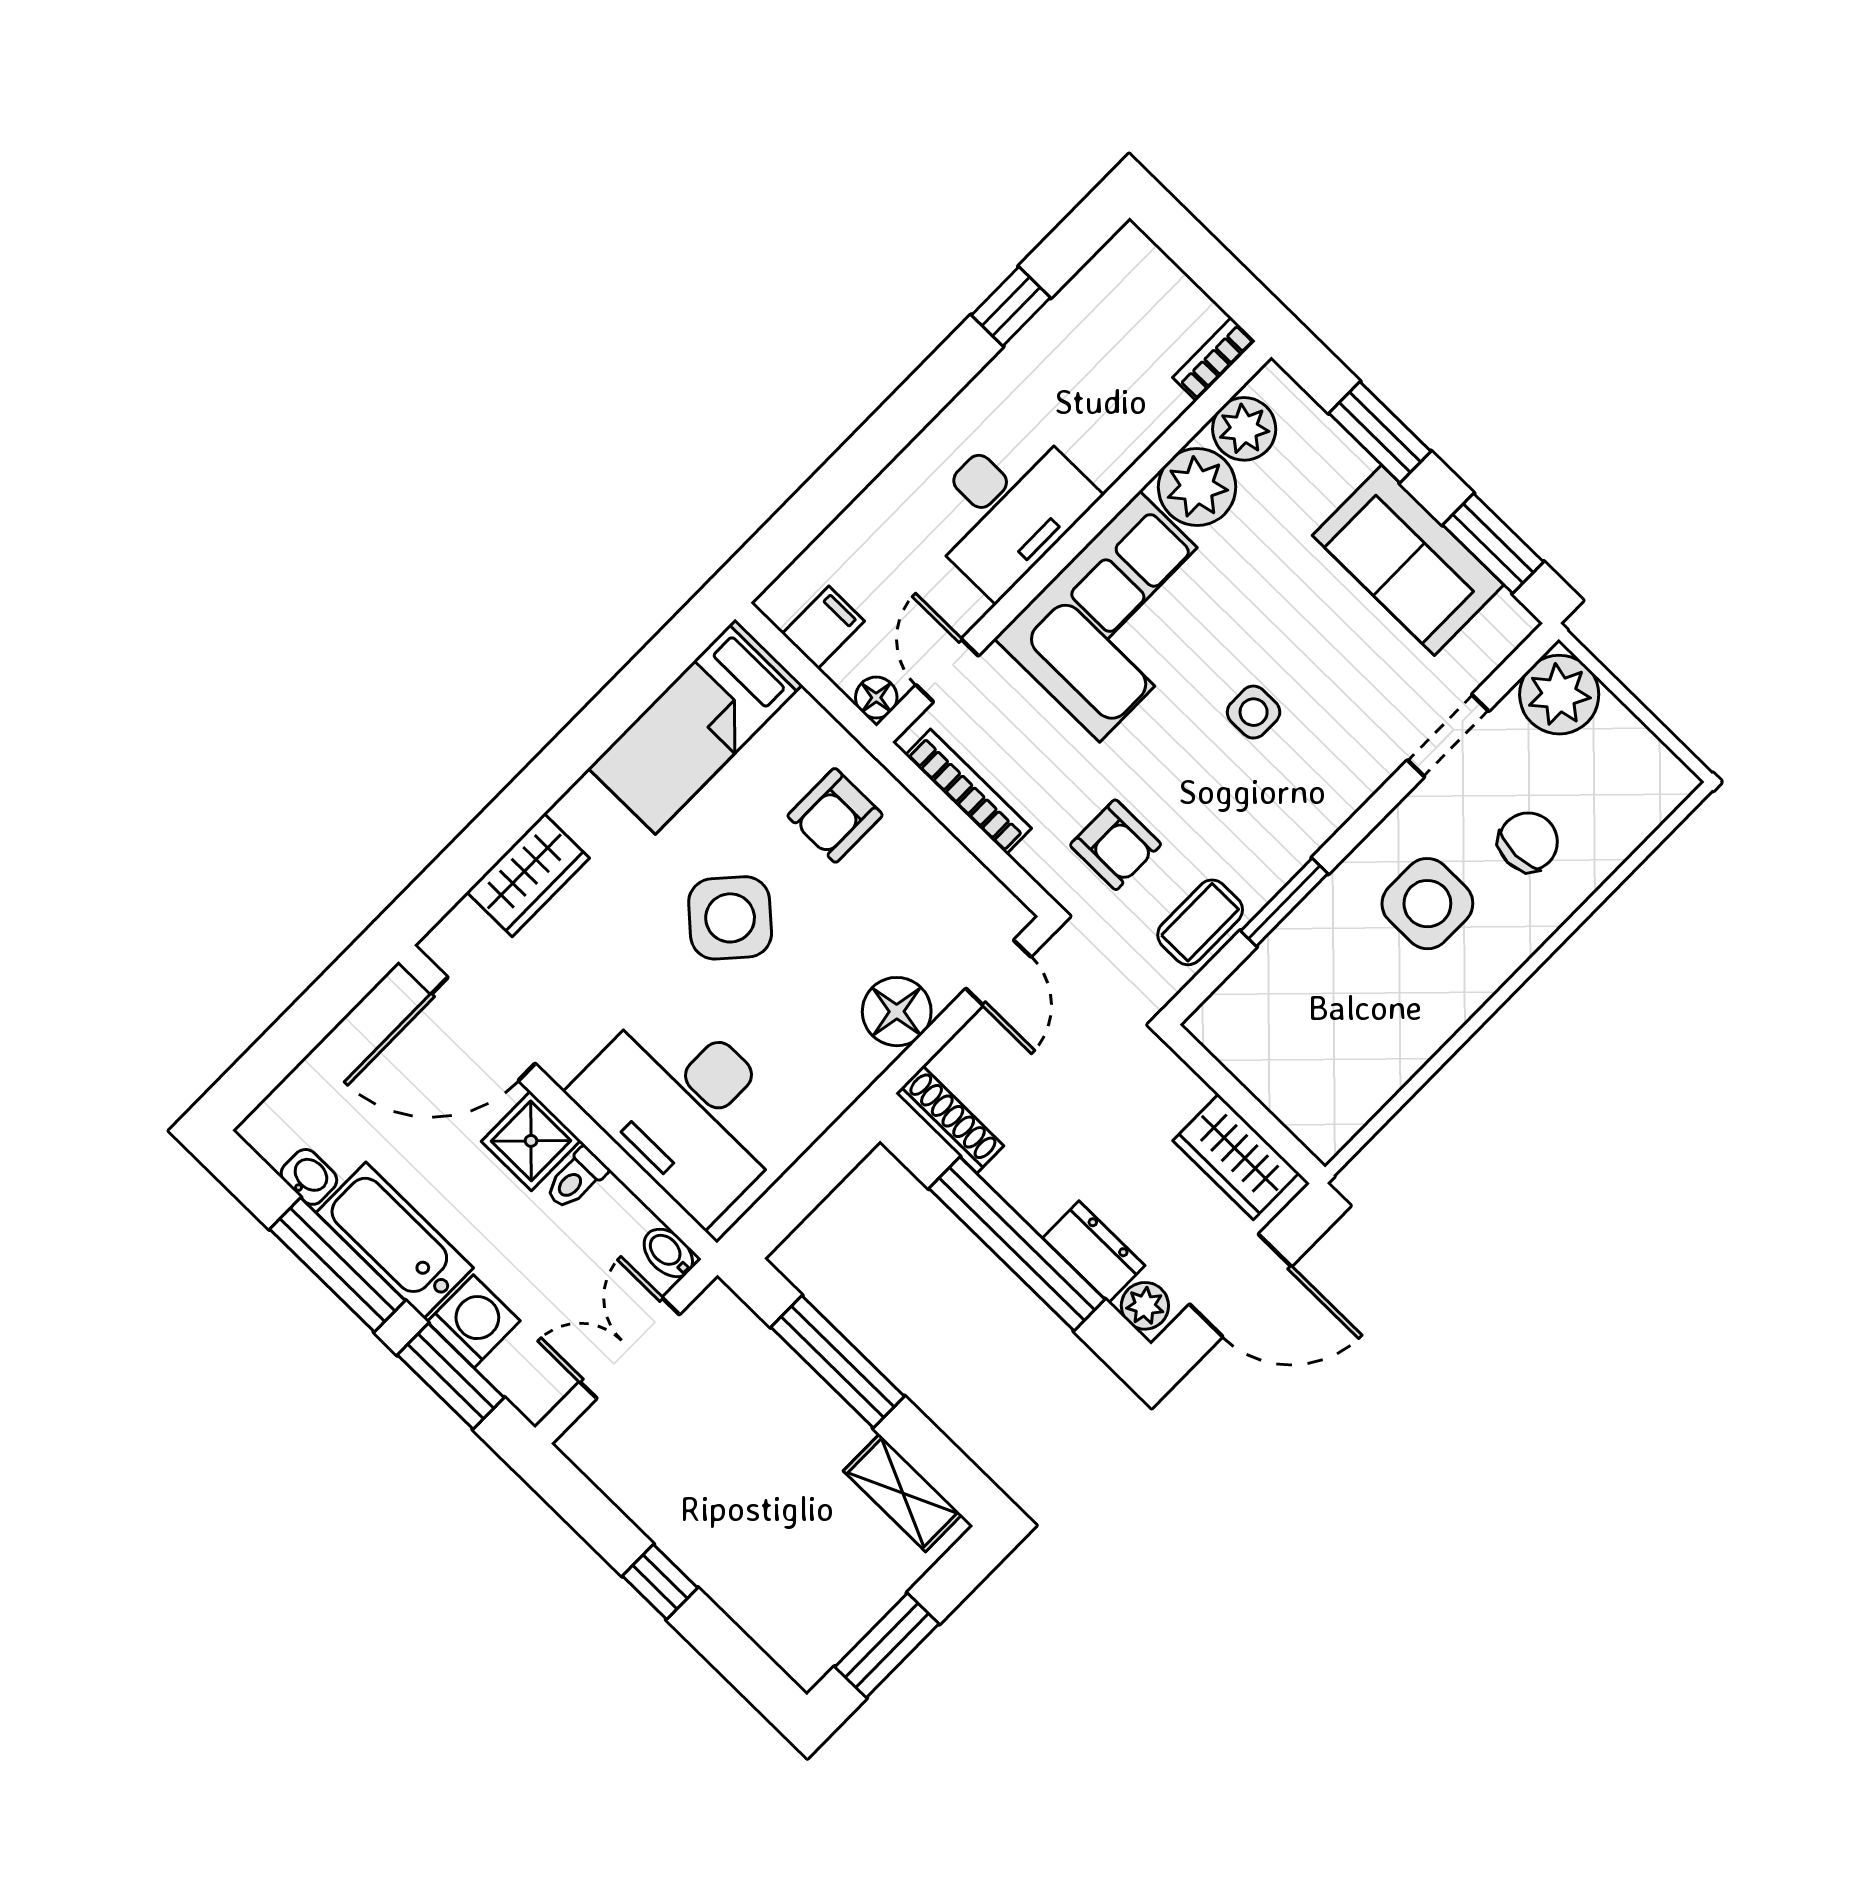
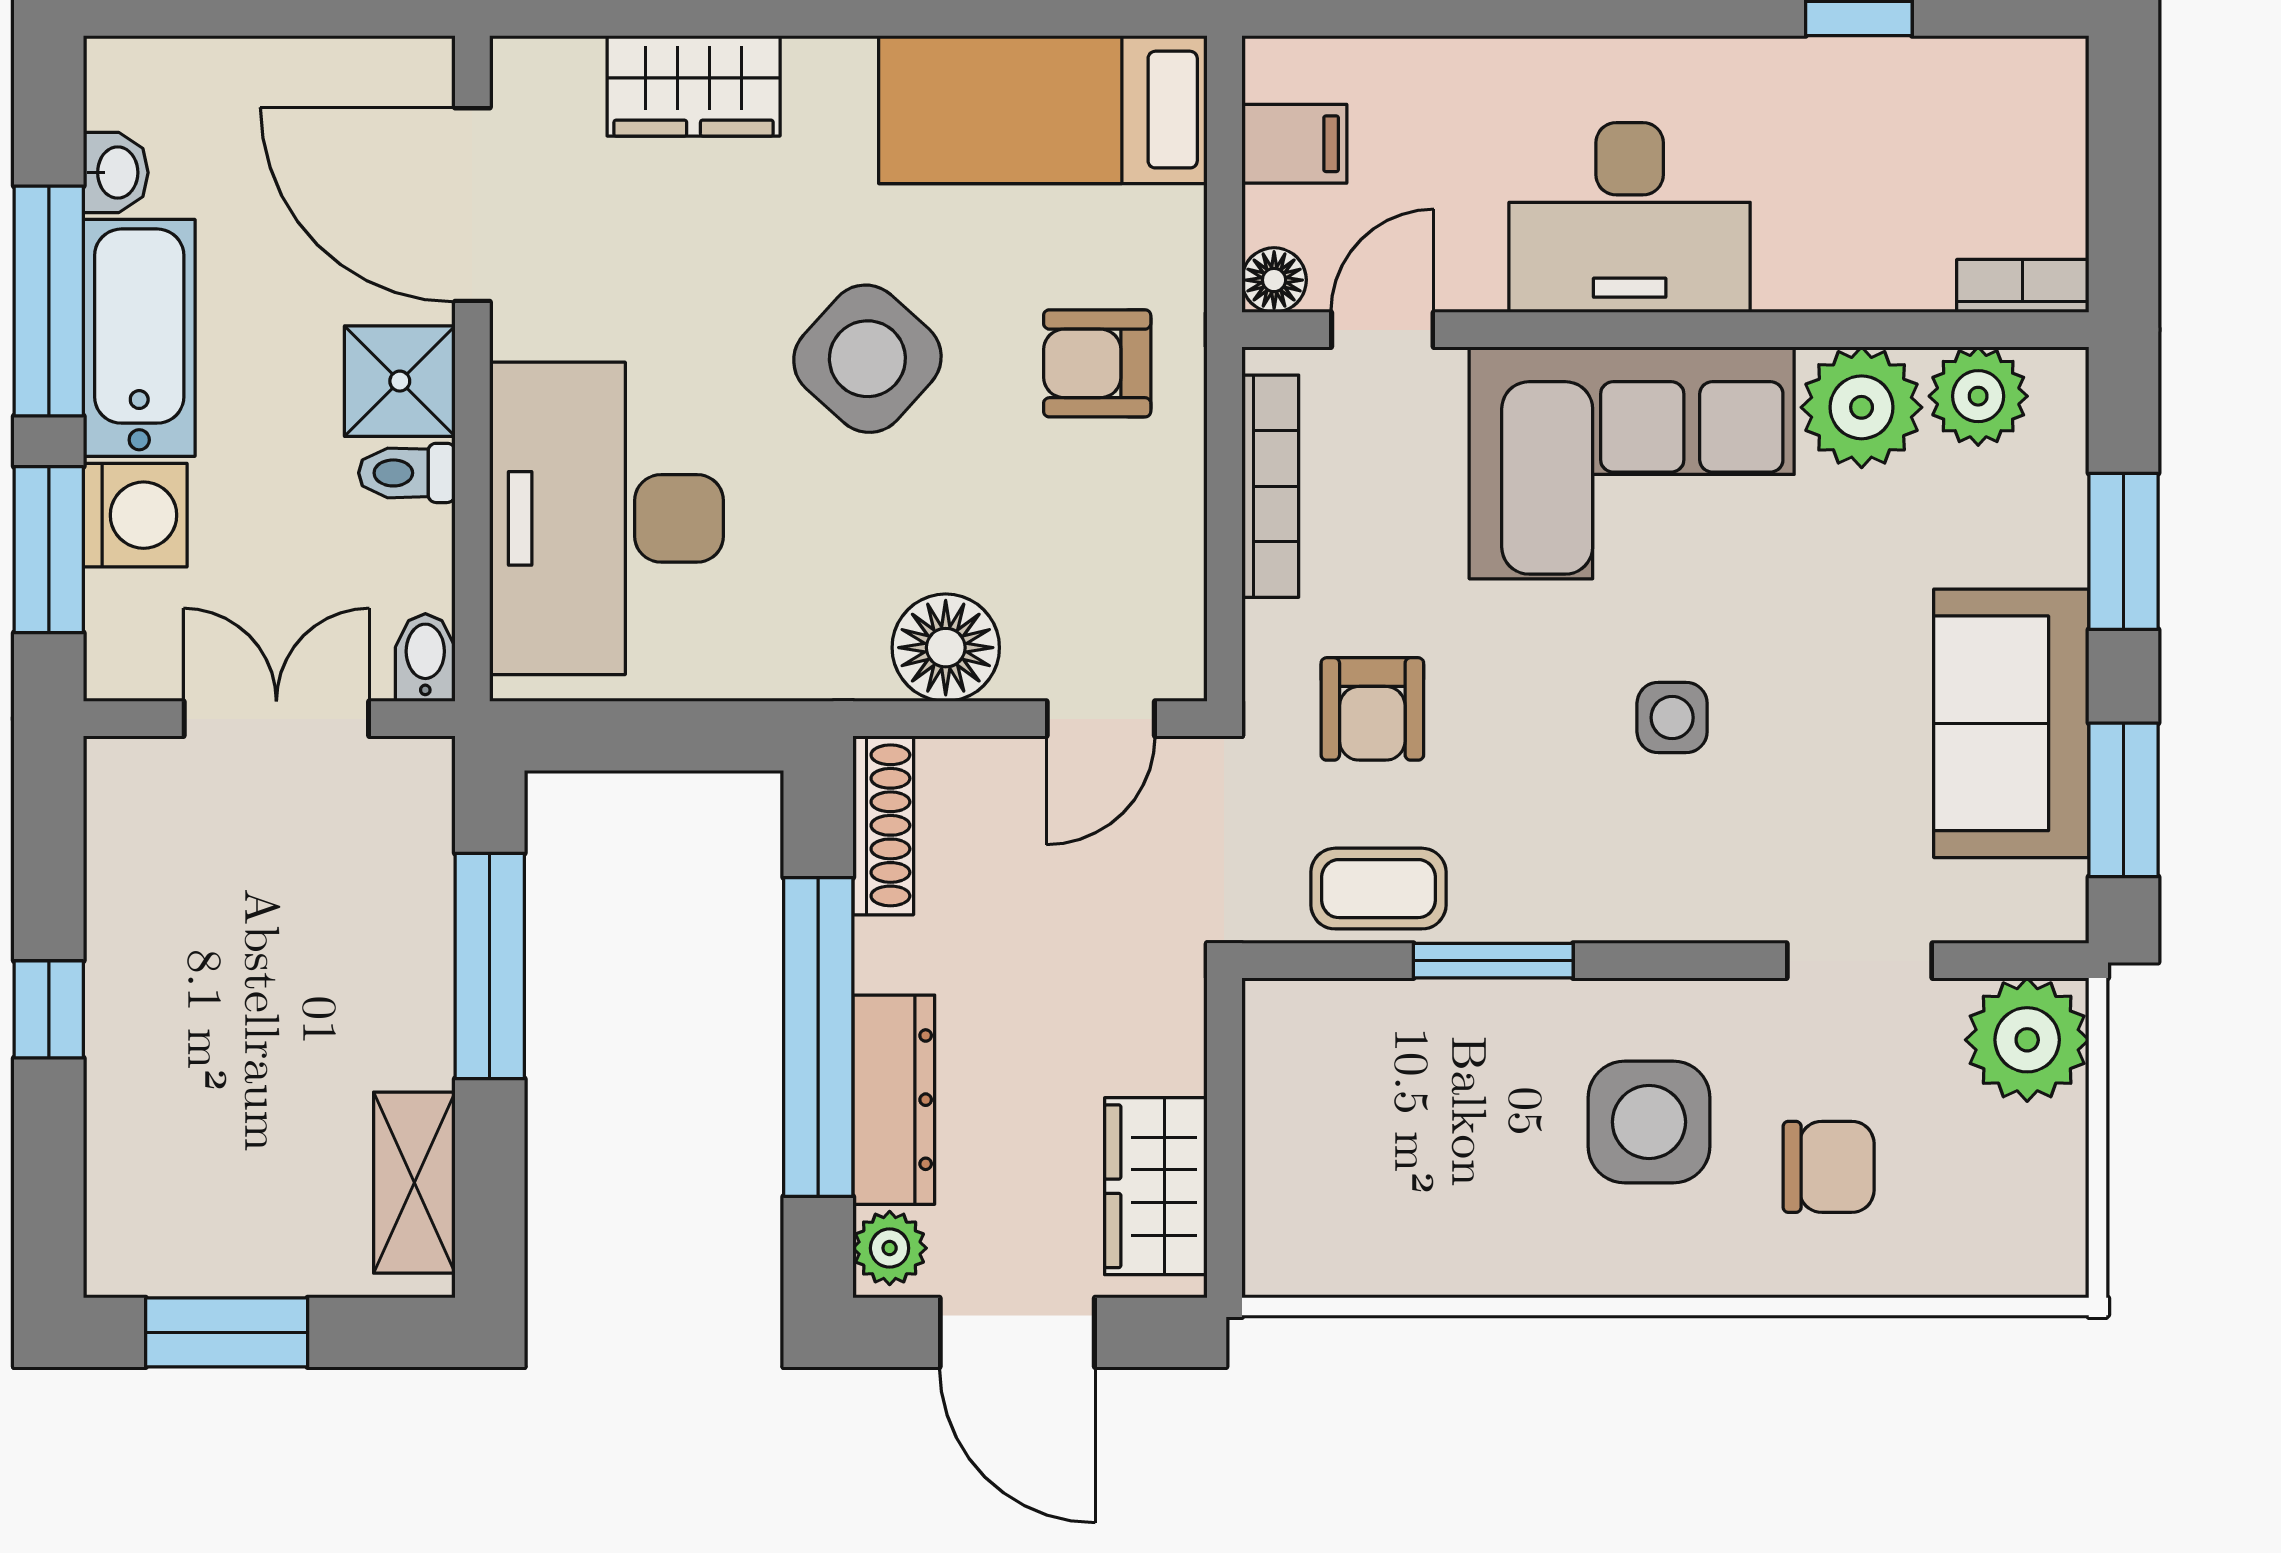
dresser: (1094, 1252) -> (894, 1100), width x1.44

